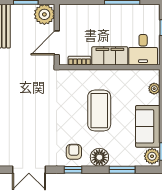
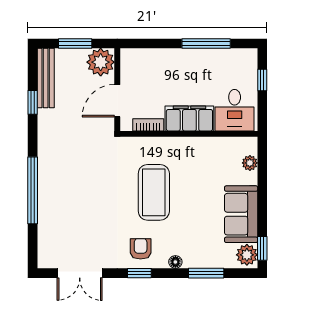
coffee table: (99, 111) -> (154, 192), moved
floor lamp: (99, 157) -> (175, 262), width x0.53, depth x0.53

